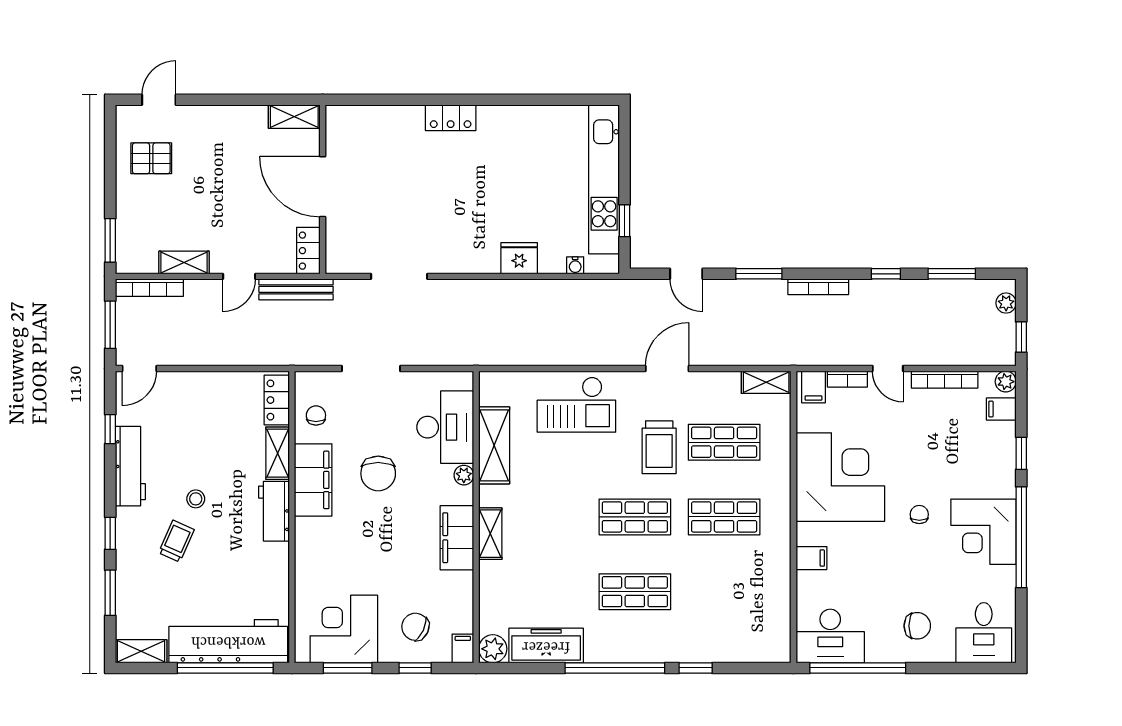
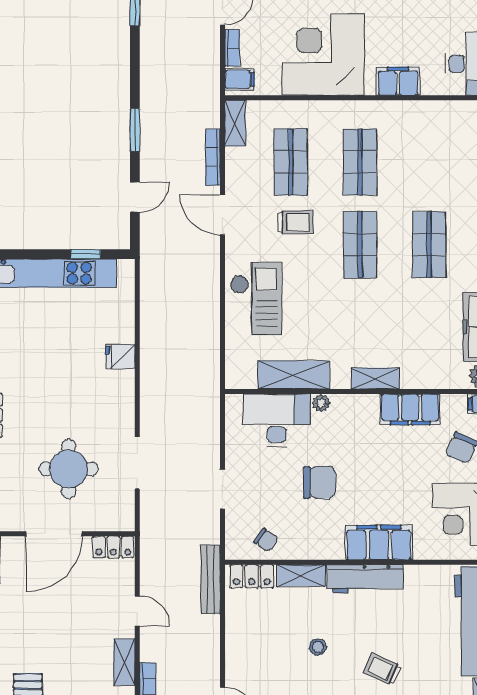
round table: (393, 202) -> (69, 469), added
fridge: (519, 258) -> (120, 357), width x0.72
water cooler: (575, 265) -> (127, 300), removed
bookcase: (818, 287) -> (213, 157), moved, turned 180
bench: (296, 289) -> (211, 579), moved
doorway: (371, 369) -> (223, 489), width x0.73
chair: (316, 415) -> (266, 540), turned -146
trolley: (659, 447) -> (295, 222), width x0.73, depth x0.72
filing cabinet: (313, 480) -> (379, 542), moved
stool: (196, 499) -> (318, 647), moved
workbench: (274, 511) -> (365, 579), width x1.37
filing cabinet: (457, 538) -> (410, 409), moved
filing cabinet: (811, 558) -> (398, 81), width x2.00

